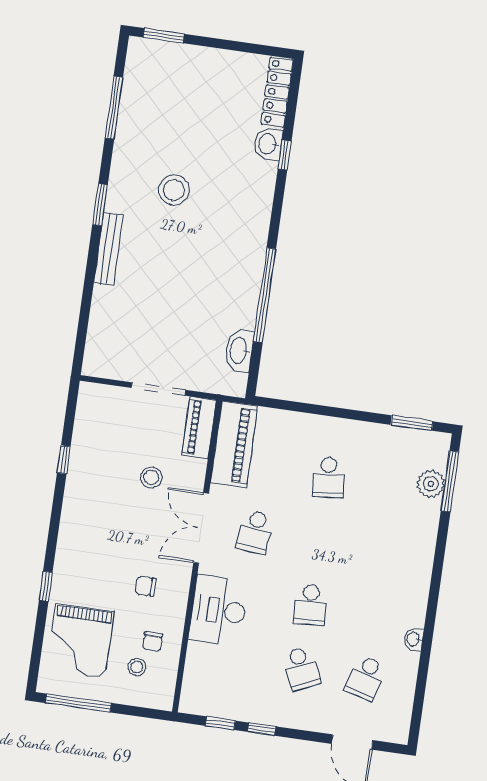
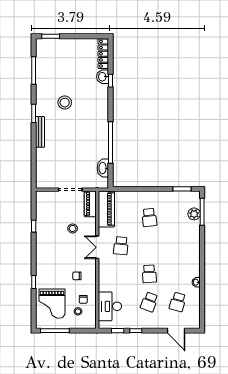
double door: (201, 528) -> (97, 247), width x0.73
desk: (219, 610) -> (110, 306), moved
school desk: (301, 669) -> (149, 302), turned 45

